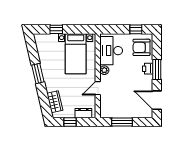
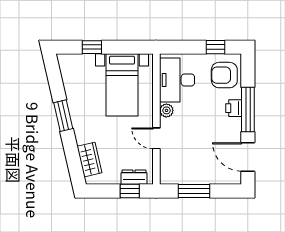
window: (157, 70) -> (248, 109), width x1.44
door: (98, 88) -> (156, 138), hinge flipped
window: (70, 122) -> (130, 191), moved

